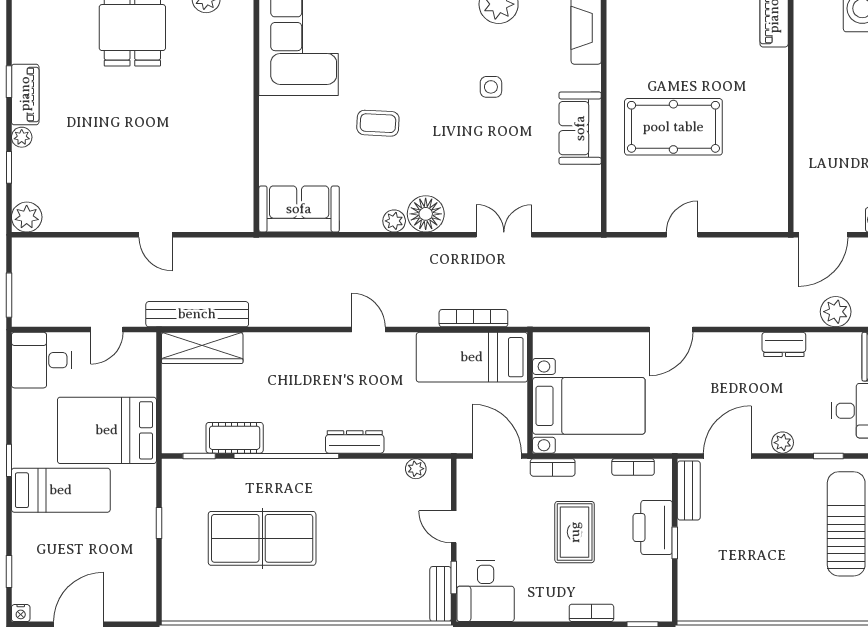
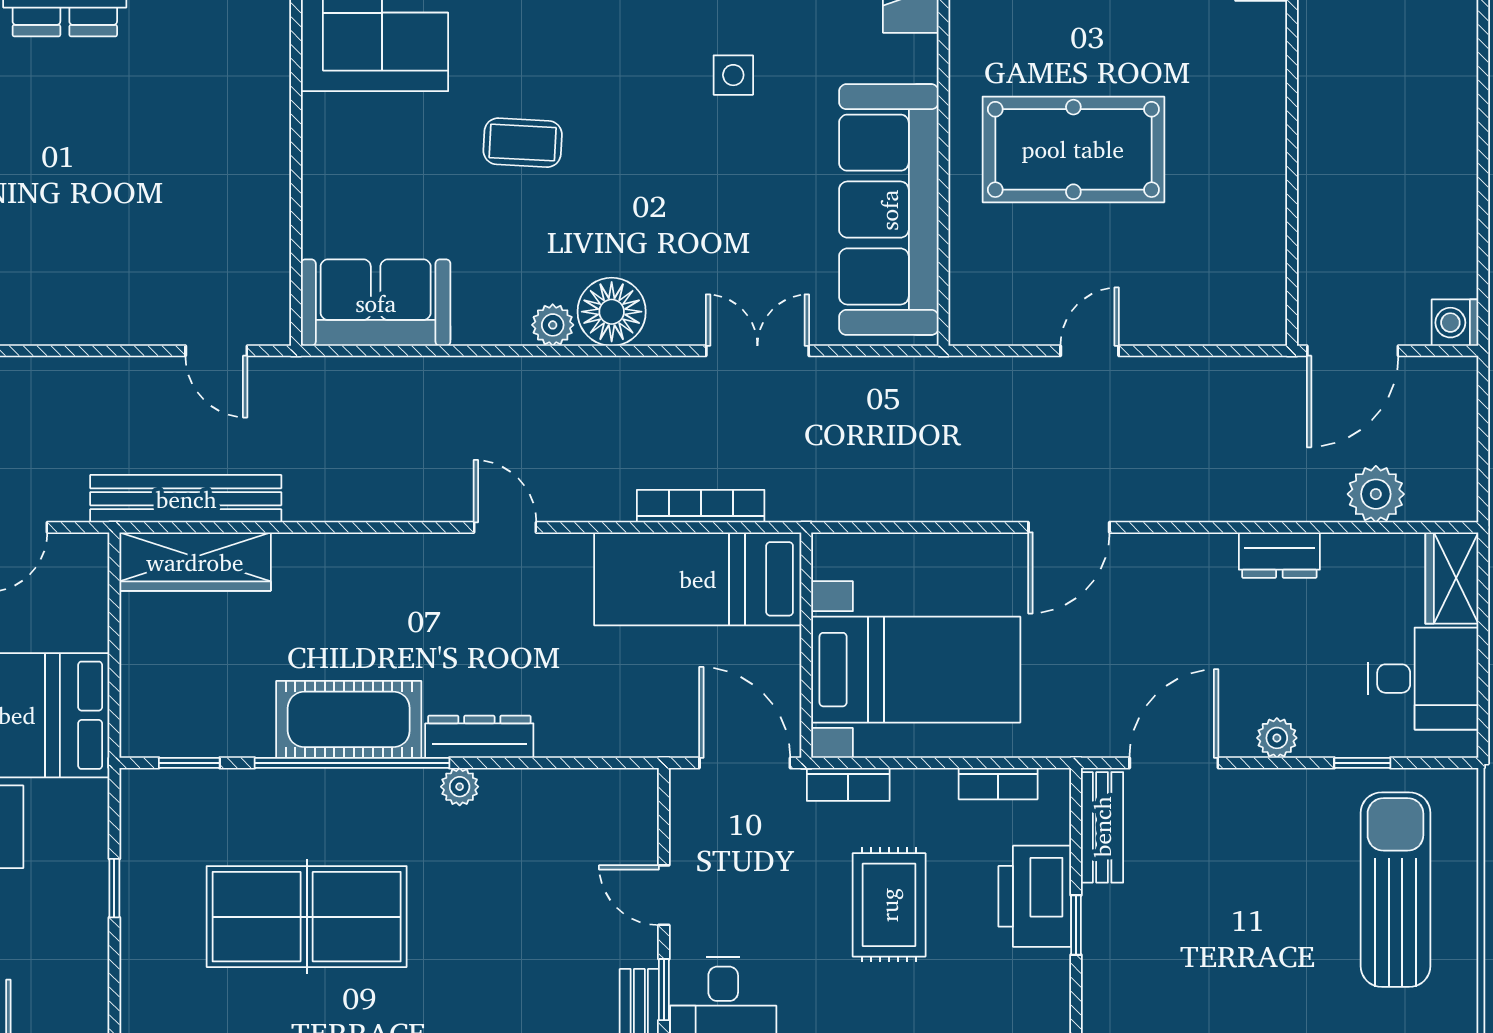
sofa: (580, 128) -> (889, 210), width x1.85, depth x1.27
door: (156, 235) -> (216, 351), moved
cot: (235, 438) -> (349, 719), moved, width x1.37, depth x1.34
plant: (416, 469) -> (460, 787), moved

